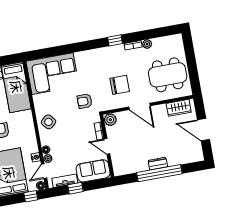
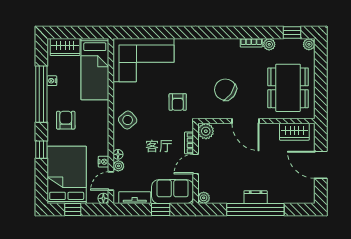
plant: (178, 38) -> (309, 44), added
window: (115, 40) -> (292, 33), moved
dining table: (168, 75) -> (288, 88), turned 90
chair: (120, 85) -> (225, 90), turned -145
armchair: (85, 101) -> (178, 102), turned -90
door: (107, 146) -> (196, 164), hinge flipped
plant: (118, 171) -> (204, 198), added
window: (75, 188) -> (161, 210), moved
window: (31, 196) -> (73, 210), moved

